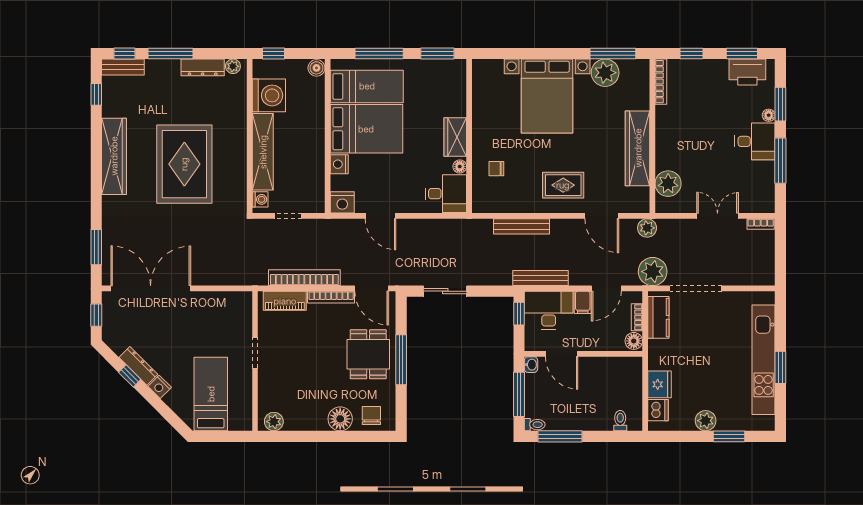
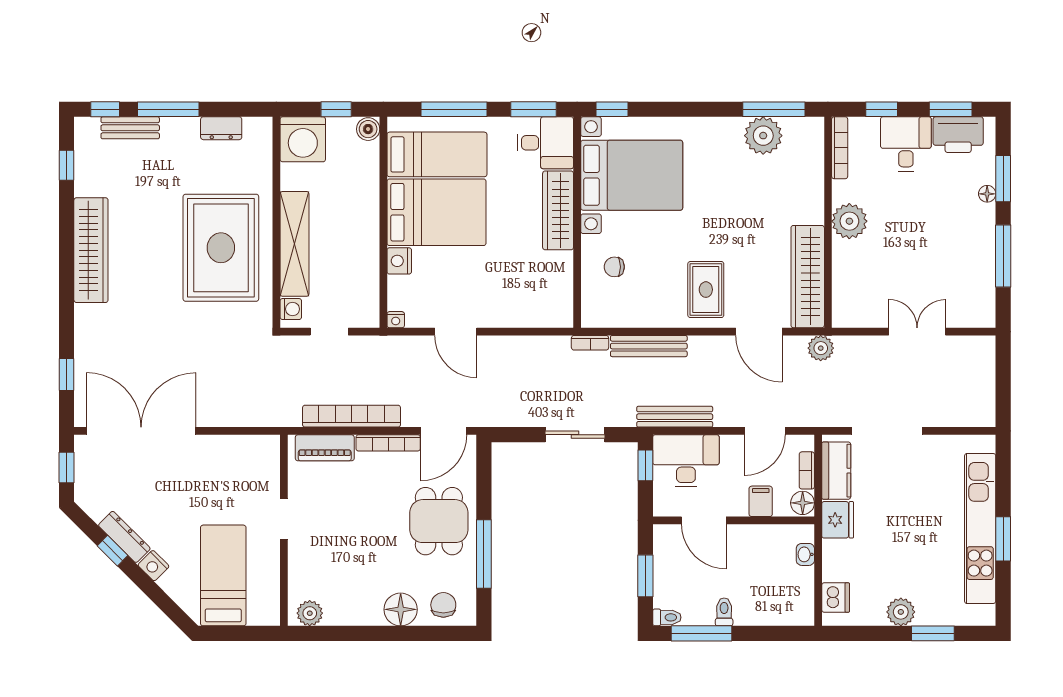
window: (273, 53) -> (336, 109), moved
window: (495, 53) -> (612, 109), added
plant: (233, 66) -> (254, 127), removed
bench: (123, 67) -> (130, 128), moved
dresser: (203, 67) -> (221, 128), width x0.70
washing machine: (269, 95) -> (303, 139), moved, turned 90
bed with nightstands: (547, 96) -> (632, 175), moved, turned -90
wardrobe: (455, 137) -> (558, 210), width x1.50
desk: (755, 141) -> (906, 144), moved, turned -90
wardrobe: (638, 148) -> (808, 277), moved
rug: (184, 164) -> (221, 248), moved
floor lamp: (460, 166) -> (564, 264), removed
plant: (668, 184) -> (849, 221), moved
rug: (563, 185) -> (706, 290), turned 90
desk: (446, 194) -> (545, 143), moved
nightstand: (342, 202) -> (396, 320), width x0.53, depth x0.56
bookcase: (761, 224) -> (590, 343), moved
window: (96, 247) -> (67, 374), width x0.67
plant: (653, 272) -> (828, 408), removed
door: (372, 288) -> (444, 431), hinge flipped
sliding door: (445, 291) -> (575, 435), moved
filing cabinet: (583, 302) -> (761, 501), moved, turned 180
window: (401, 360) -> (484, 554), moved
washbasin: (531, 365) -> (805, 554), moved, turned 180
fridge: (659, 384) -> (838, 520), moved
window: (519, 394) -> (645, 576), width x0.69
toilet: (620, 421) -> (724, 612), moved

